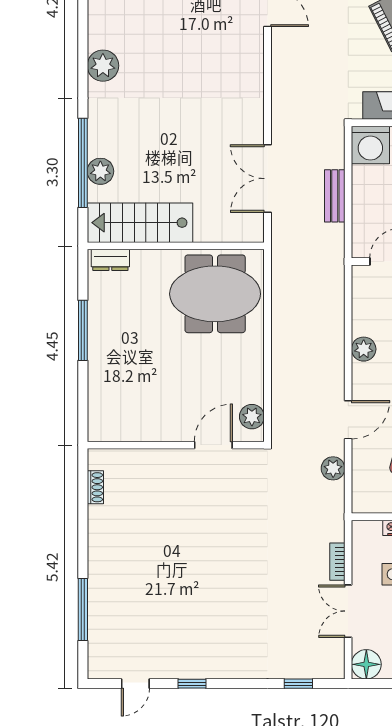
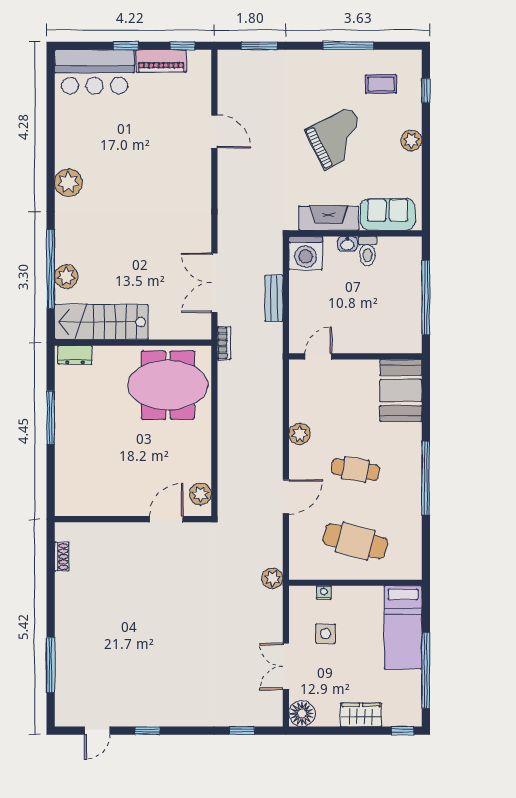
plant: (333, 468) -> (272, 578), moved
bookcase: (337, 562) -> (224, 343), moved, turned 180

